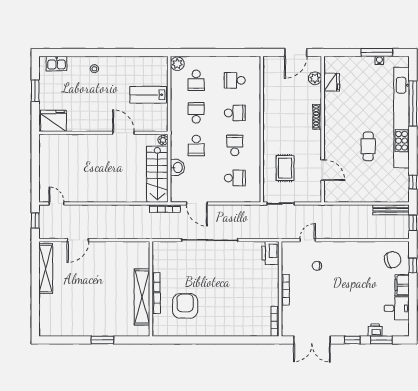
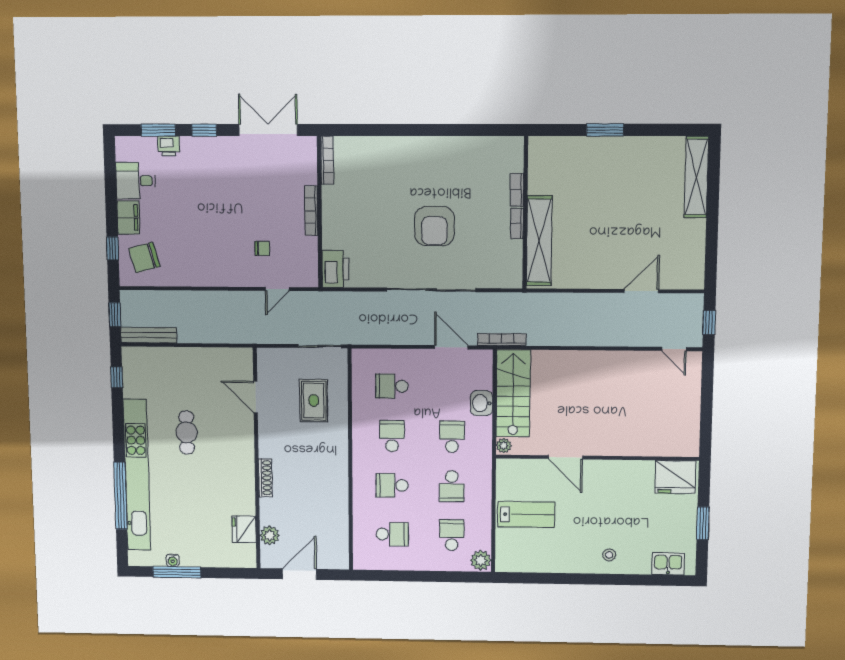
school desk: (235, 145) -> (392, 436), turned 180
shelving: (46, 269) -> (696, 177), moved
shelving: (142, 297) -> (539, 241), moved
armchair: (185, 306) -> (434, 226), moved

